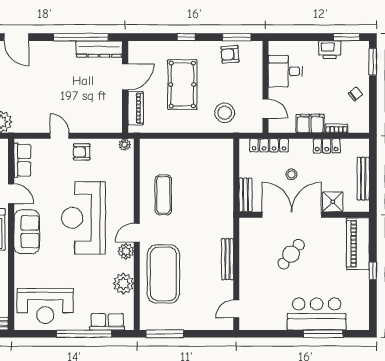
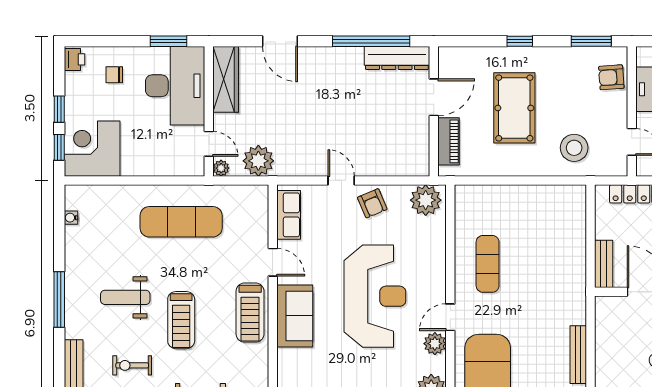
armchair: (230, 54) -> (611, 77), moved
plant: (125, 145) -> (426, 200), width x1.87, depth x1.87
armchair: (82, 152) -> (372, 203), turned -113
reception desk: (84, 218) -> (375, 296), turned 180

